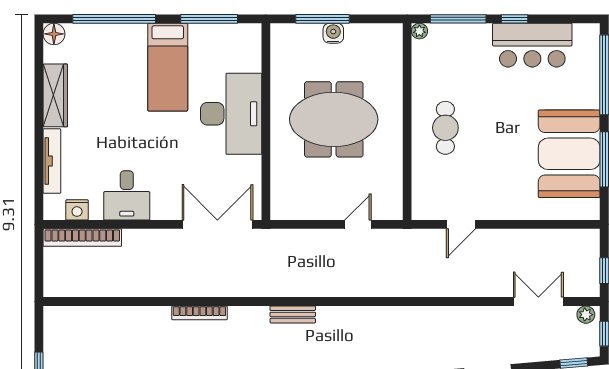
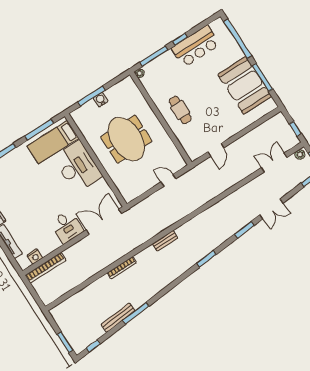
bed: (168, 67) -> (53, 142), moved, turned 90
meeting table: (334, 119) -> (126, 139), turned 90
desk: (127, 195) -> (67, 227), moved
door: (358, 224) -> (168, 180), hinge flipped

